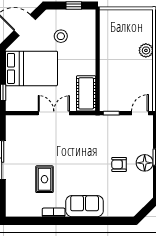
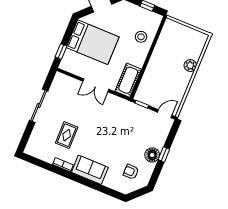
stool: (61, 36) -> (141, 37), moved
double door: (54, 113) -> (96, 85), swing flipped
armchair: (119, 164) -> (131, 172), moved

